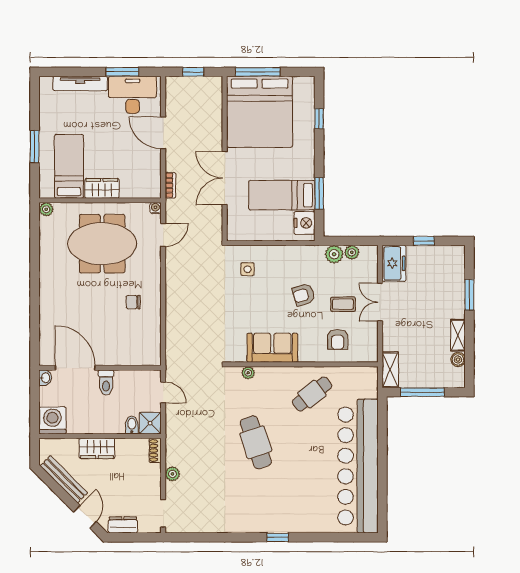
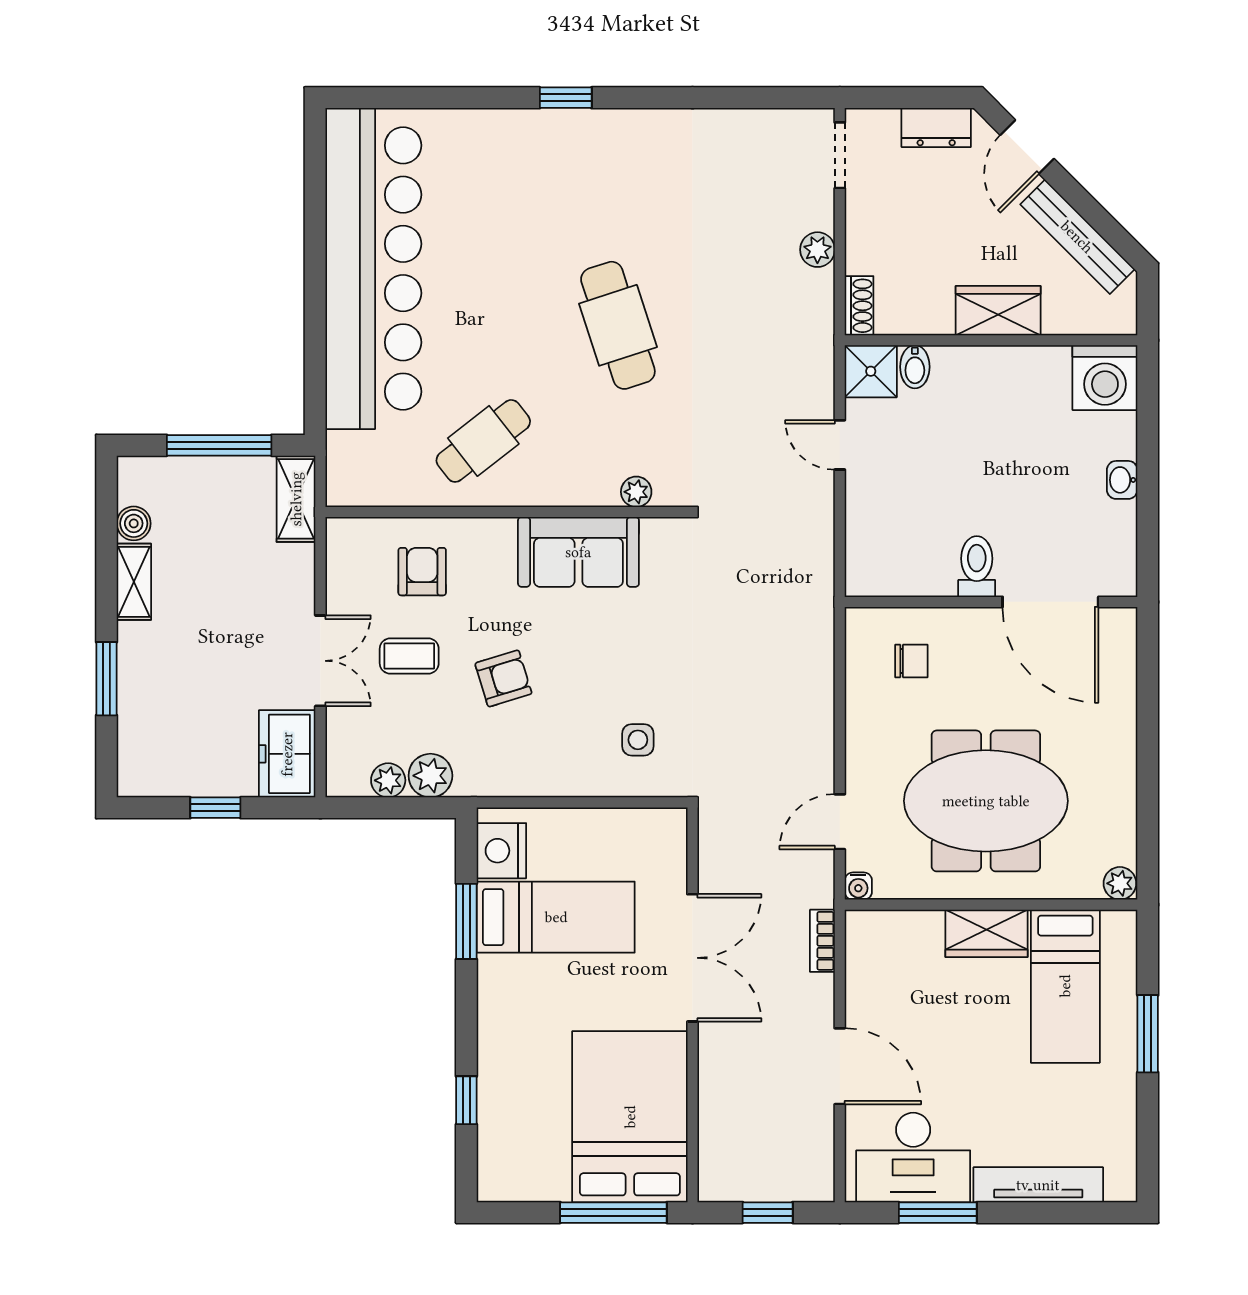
bed: (260, 112) -> (630, 1117), width x0.73
door: (75, 368) -> (1050, 602), moved
wall: (100, 368) -> (991, 602), moved
toilet: (106, 383) -> (977, 567), moved

